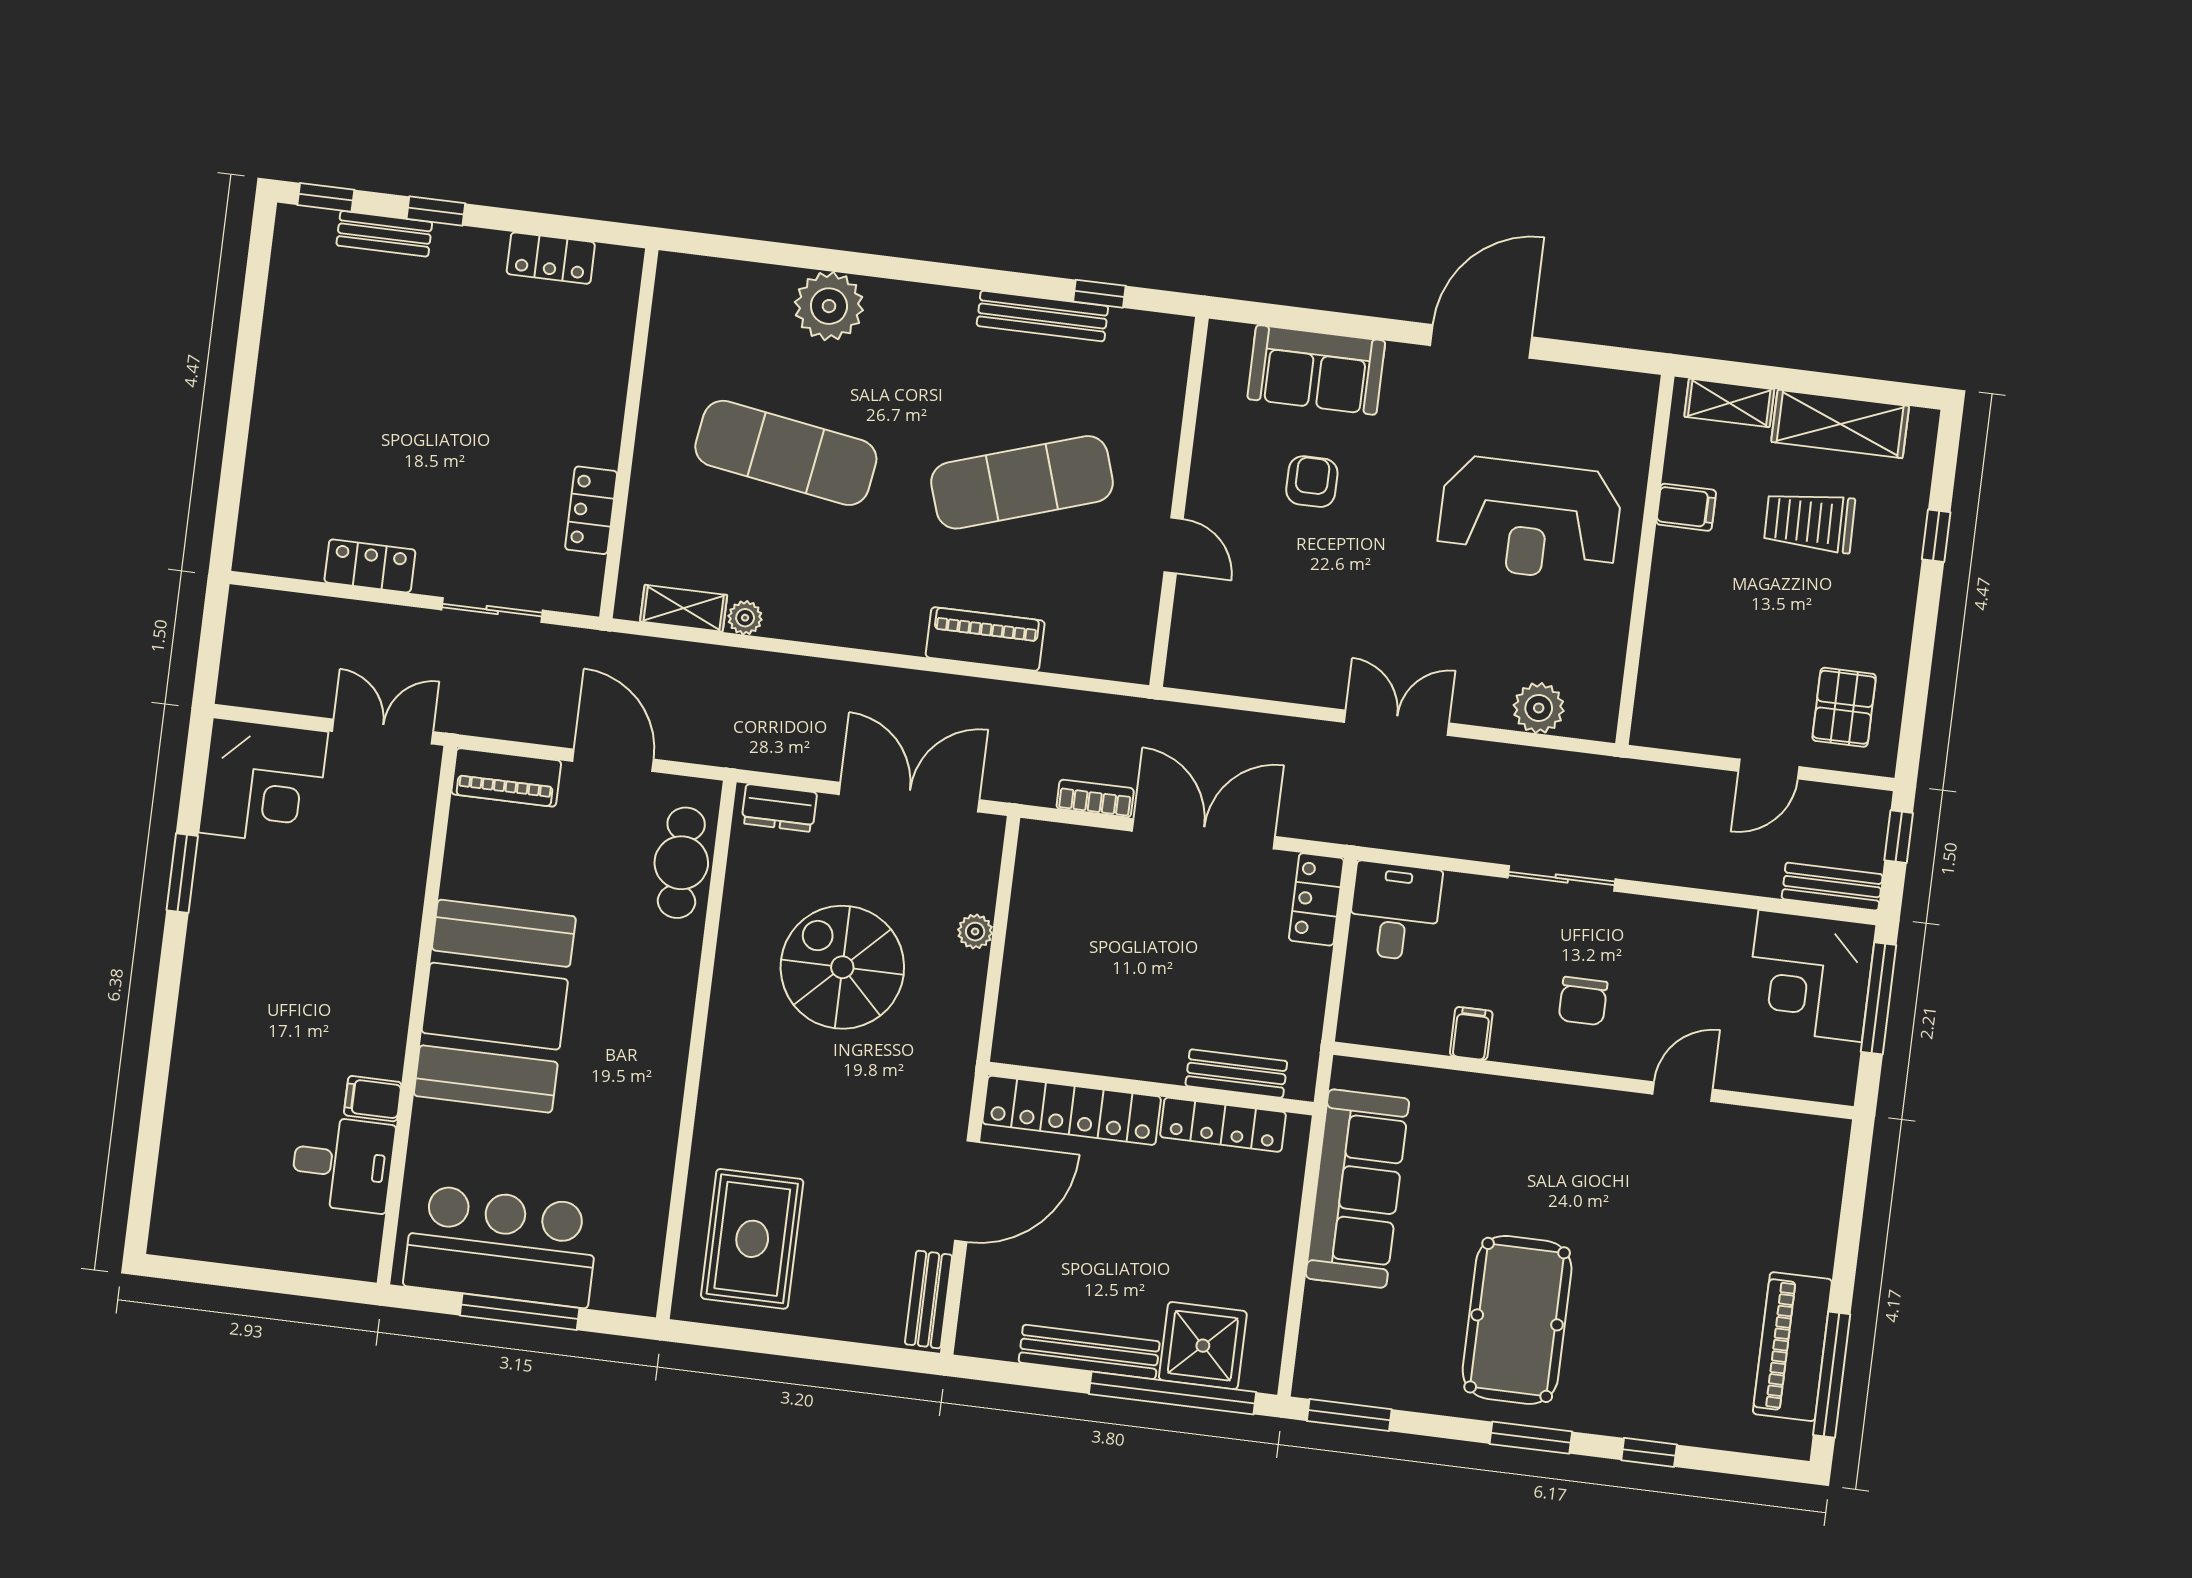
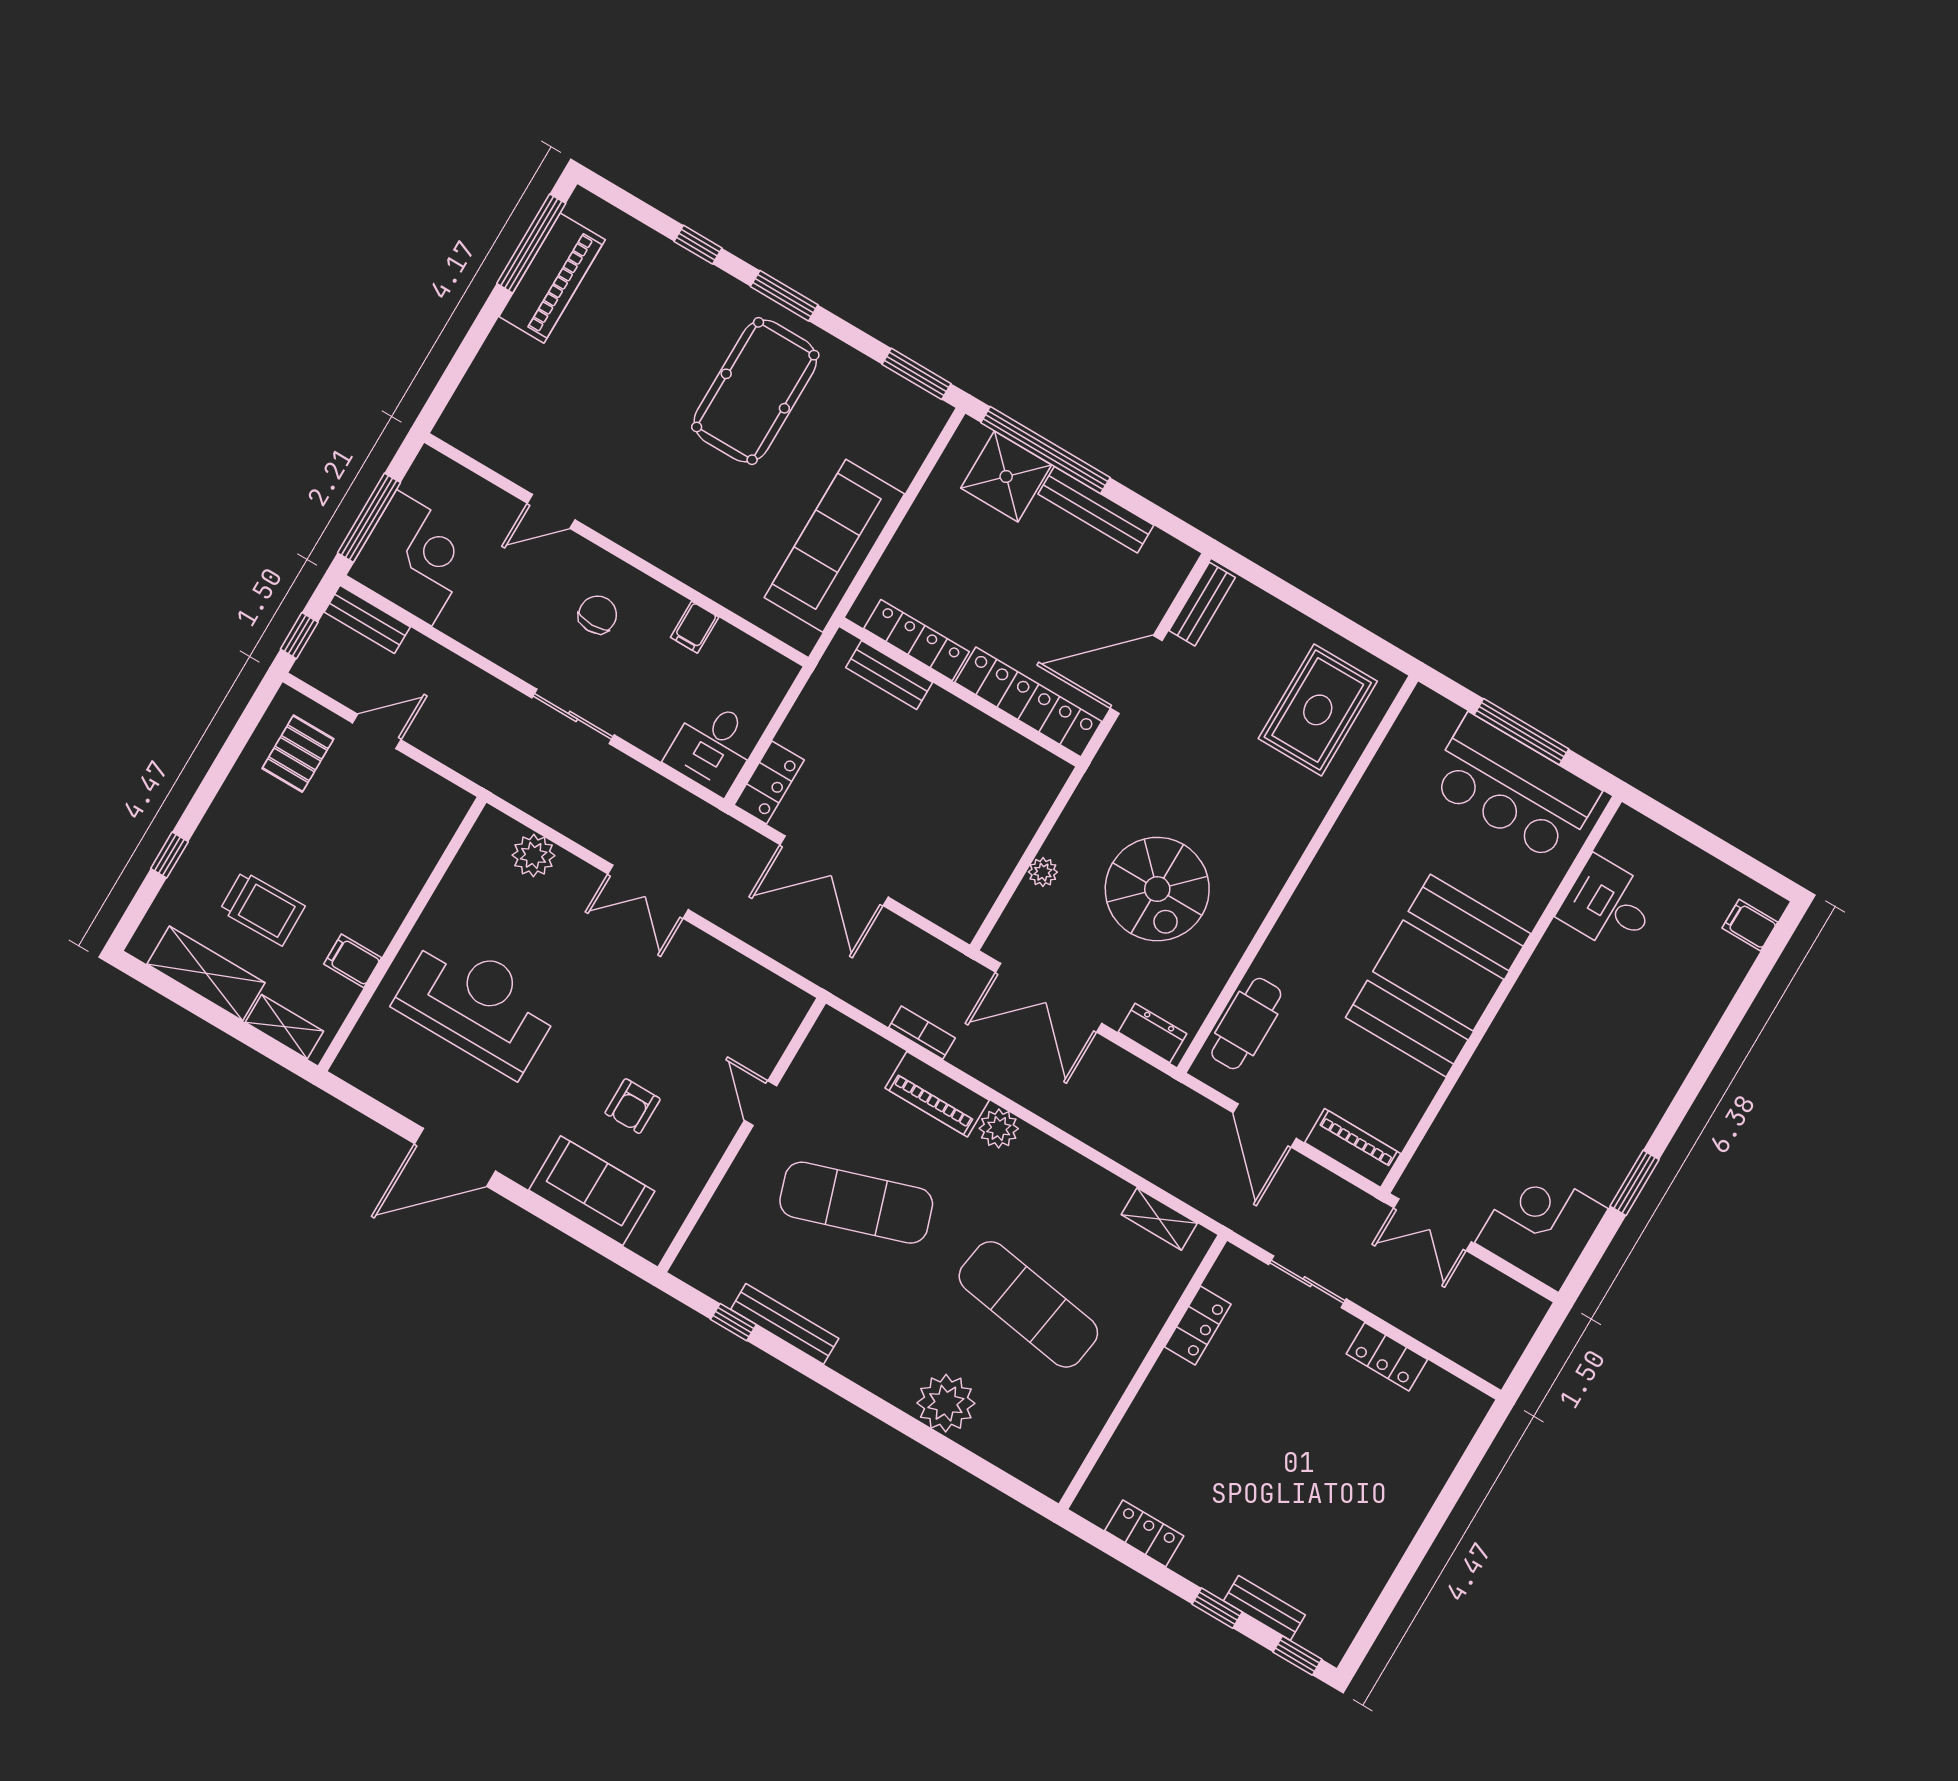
plant: (745, 618) -> (999, 1128), moved, width x1.38, depth x1.38
bookcase: (1095, 798) -> (922, 1033), moved, turned 180
filing cabinet: (373, 1099) -> (1750, 925), moved, turned 180

